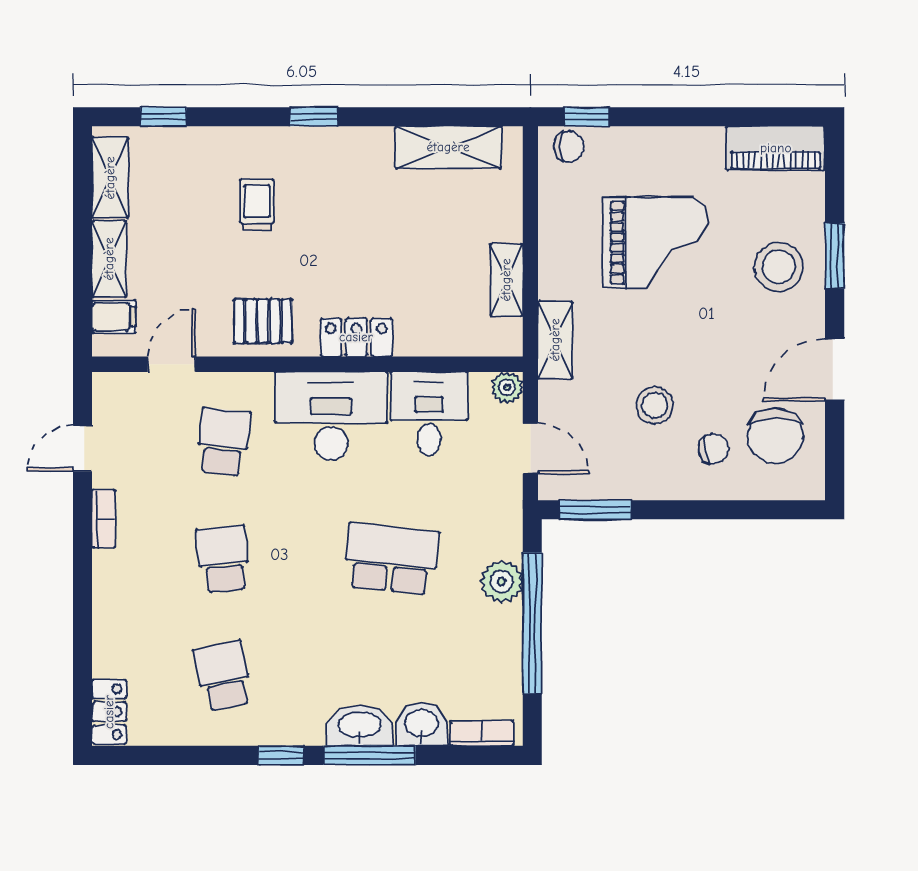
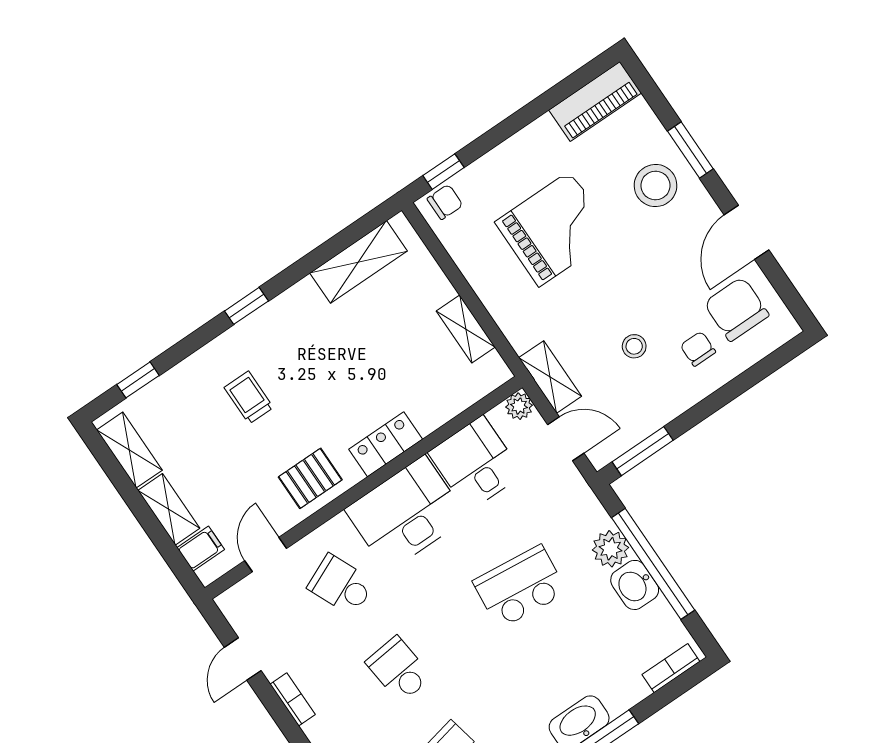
shelving: (555, 340) -> (550, 377), moved
stool: (655, 405) -> (634, 346), width x0.73, depth x0.73
chair: (775, 436) -> (736, 309), turned 180
school desk: (223, 442) -> (341, 585), turned -30
chair: (713, 449) -> (698, 349), turned -80
washbasin: (422, 724) -> (635, 585), moved, turned -90

